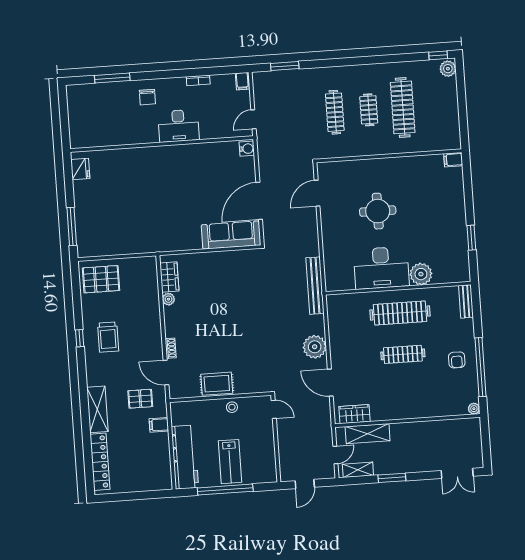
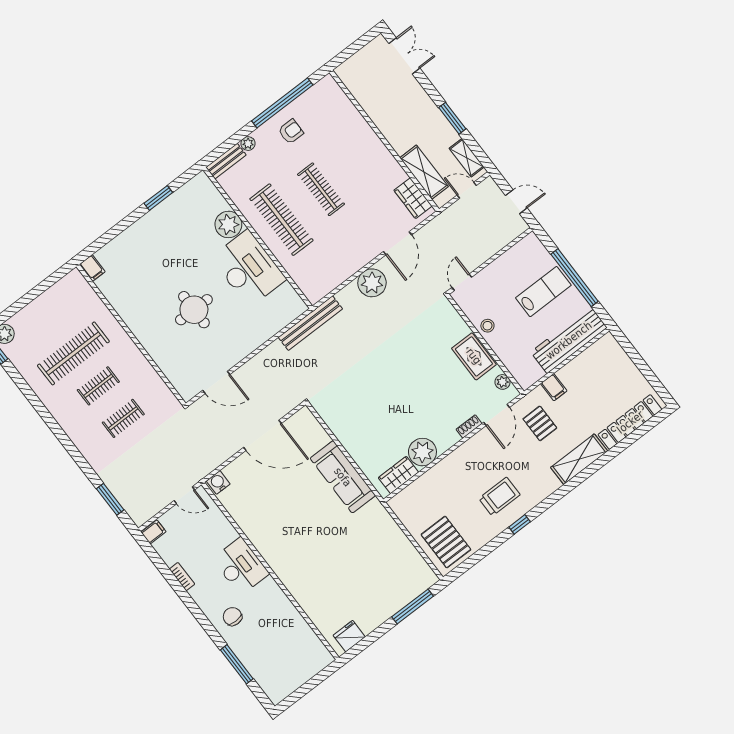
chair: (147, 97) -> (232, 617), turned -90
clothes rail: (335, 112) -> (123, 418), width x0.73
sofa: (231, 235) -> (343, 477), moved
plant: (168, 299) -> (422, 452), width x1.87, depth x1.87
plant: (186, 392) -> (503, 382), added
plant: (474, 409) -> (248, 144), moved

